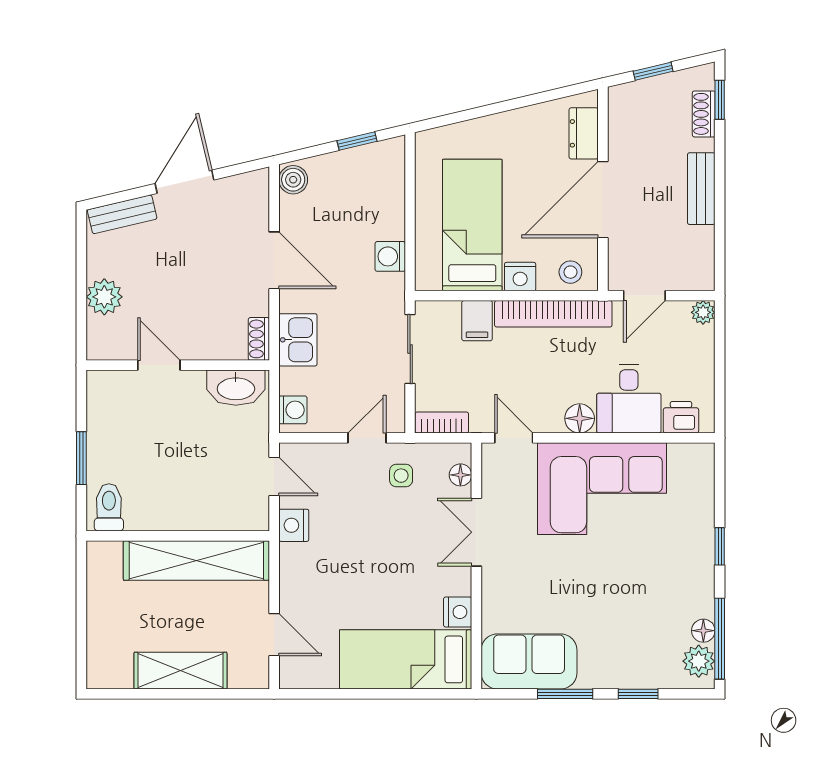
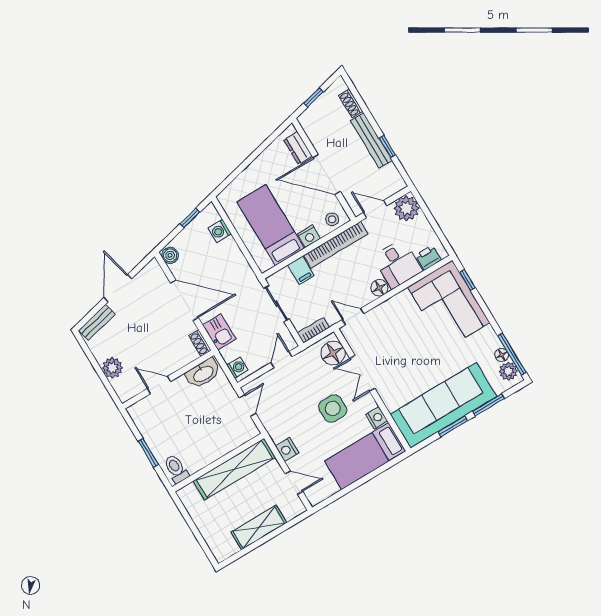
window: (720, 100) -> (387, 146), moved
bench: (701, 189) -> (371, 140), width x1.36
door: (603, 200) -> (327, 175), hinge flipped
washing machine: (390, 256) -> (220, 231), moved
door: (274, 260) -> (184, 300), width x1.36
door: (644, 296) -> (375, 209), swing flipped
plant: (703, 312) -> (406, 208), width x1.87, depth x1.87
floor lamp: (460, 475) -> (333, 353), width x1.89, depth x1.89
door: (274, 476) -> (248, 405), hinge flipped
side table: (401, 476) -> (333, 409), moved, width x1.87, depth x1.87
corner sofa: (602, 489) -> (449, 305), moved, turned 90
nightstand: (294, 525) -> (287, 449), moved
window: (720, 546) -> (467, 280), moved
sofa: (529, 661) -> (443, 405), width x1.85, depth x1.27
window: (638, 694) -> (488, 405), width x1.50

